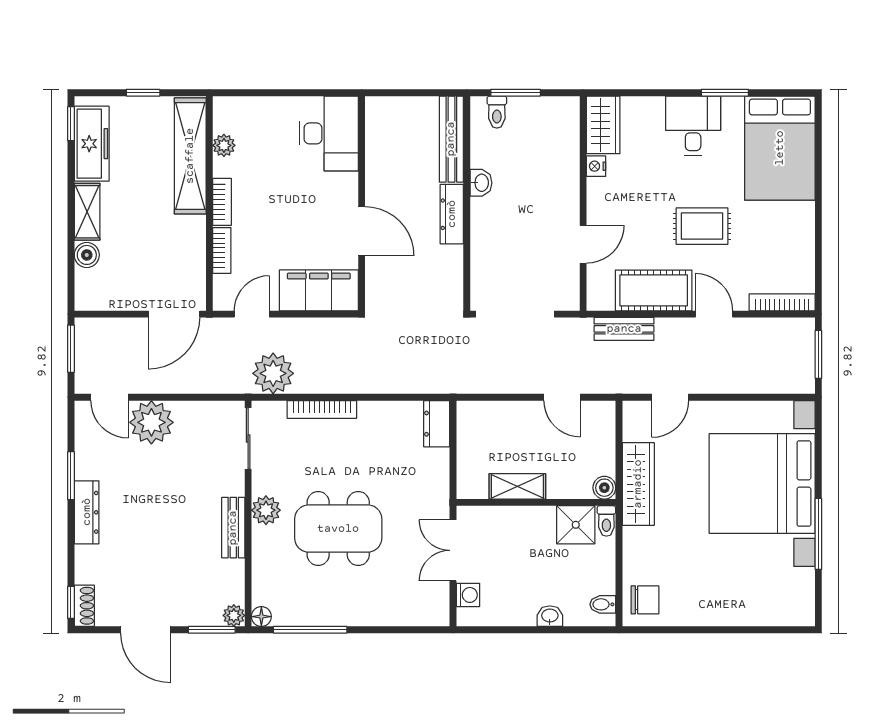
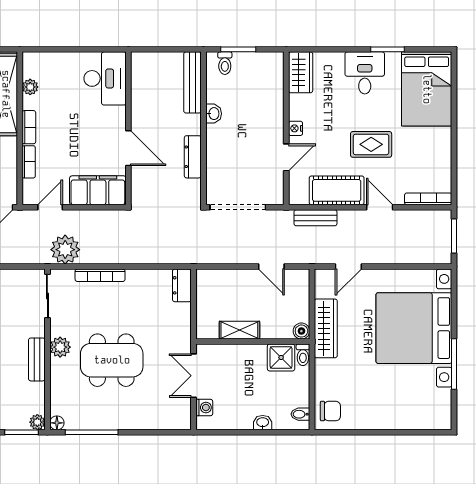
nightstand: (596, 166) -> (296, 128), moved
dresser: (452, 214) -> (193, 157), moved

